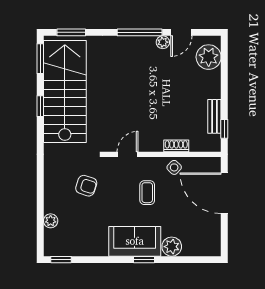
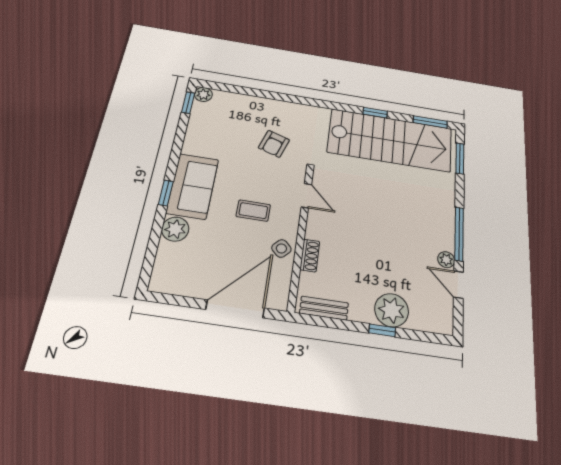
plant: (209, 57) -> (392, 310), moved
bench: (214, 116) -> (324, 308), moved
window: (224, 129) -> (382, 330), moved
plant: (51, 221) -> (203, 94), moved

